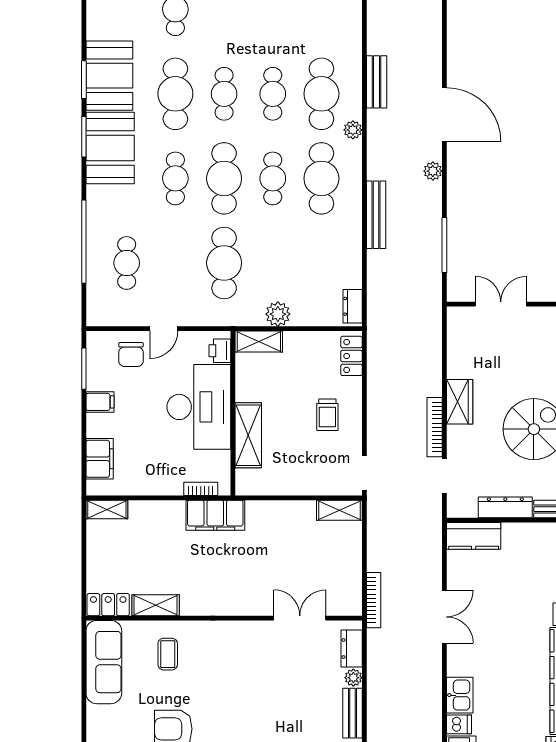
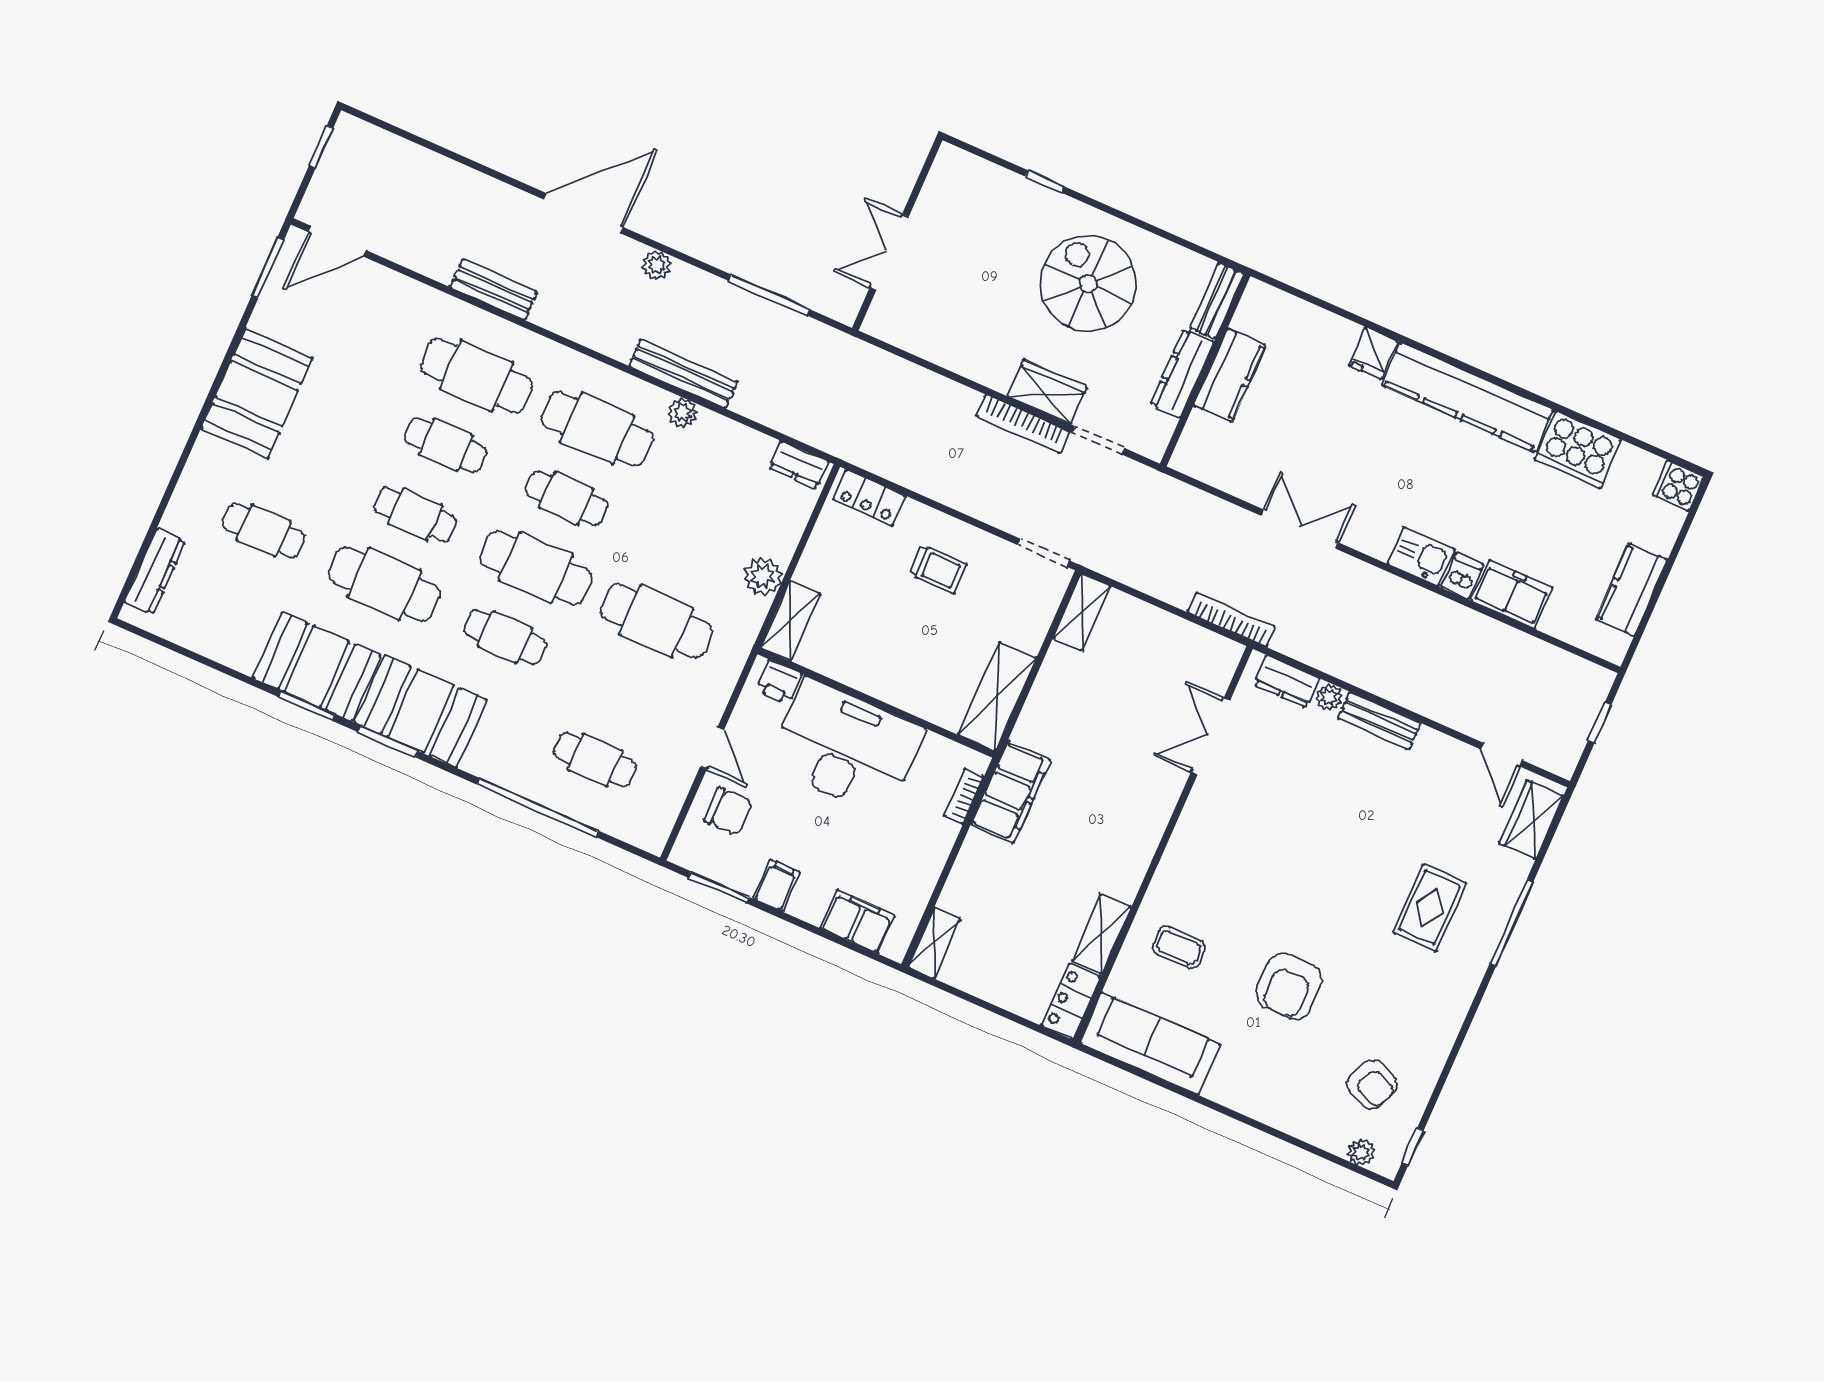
plant: (353, 130) -> (683, 413), moved
wardrobe: (460, 402) -> (1047, 392), moved
shelving: (248, 435) -> (997, 696), moved, turned 90
kitchen counter: (474, 536) -> (1230, 375), moved

